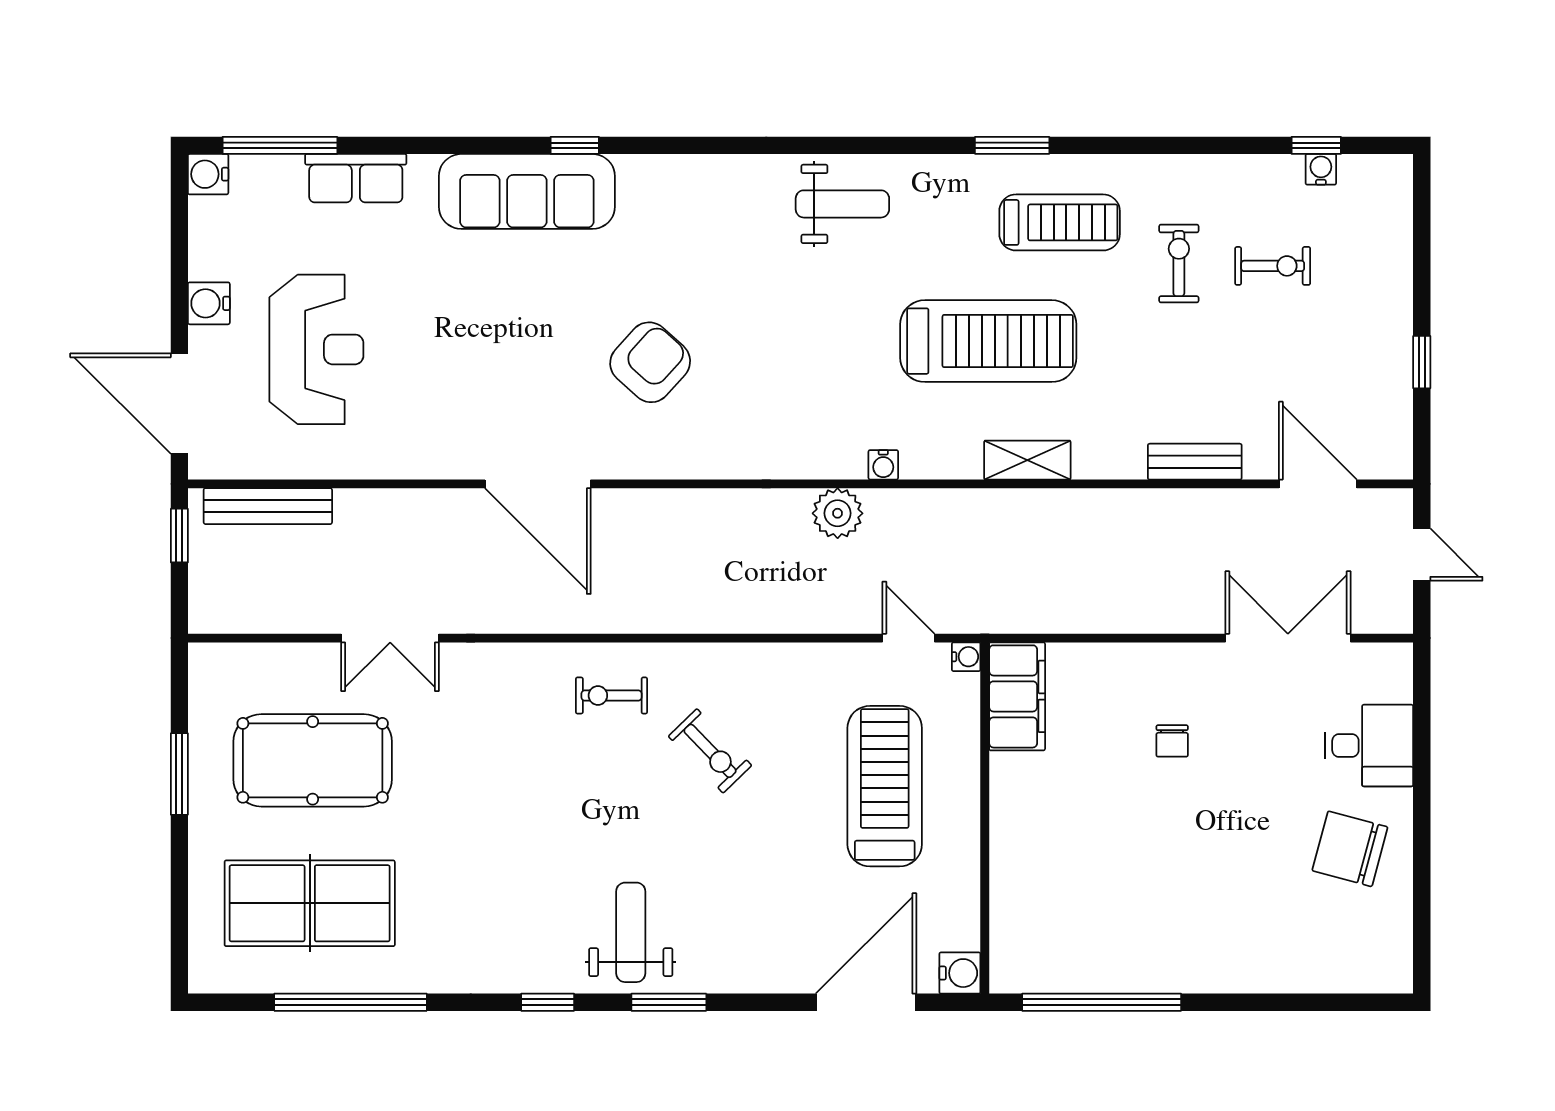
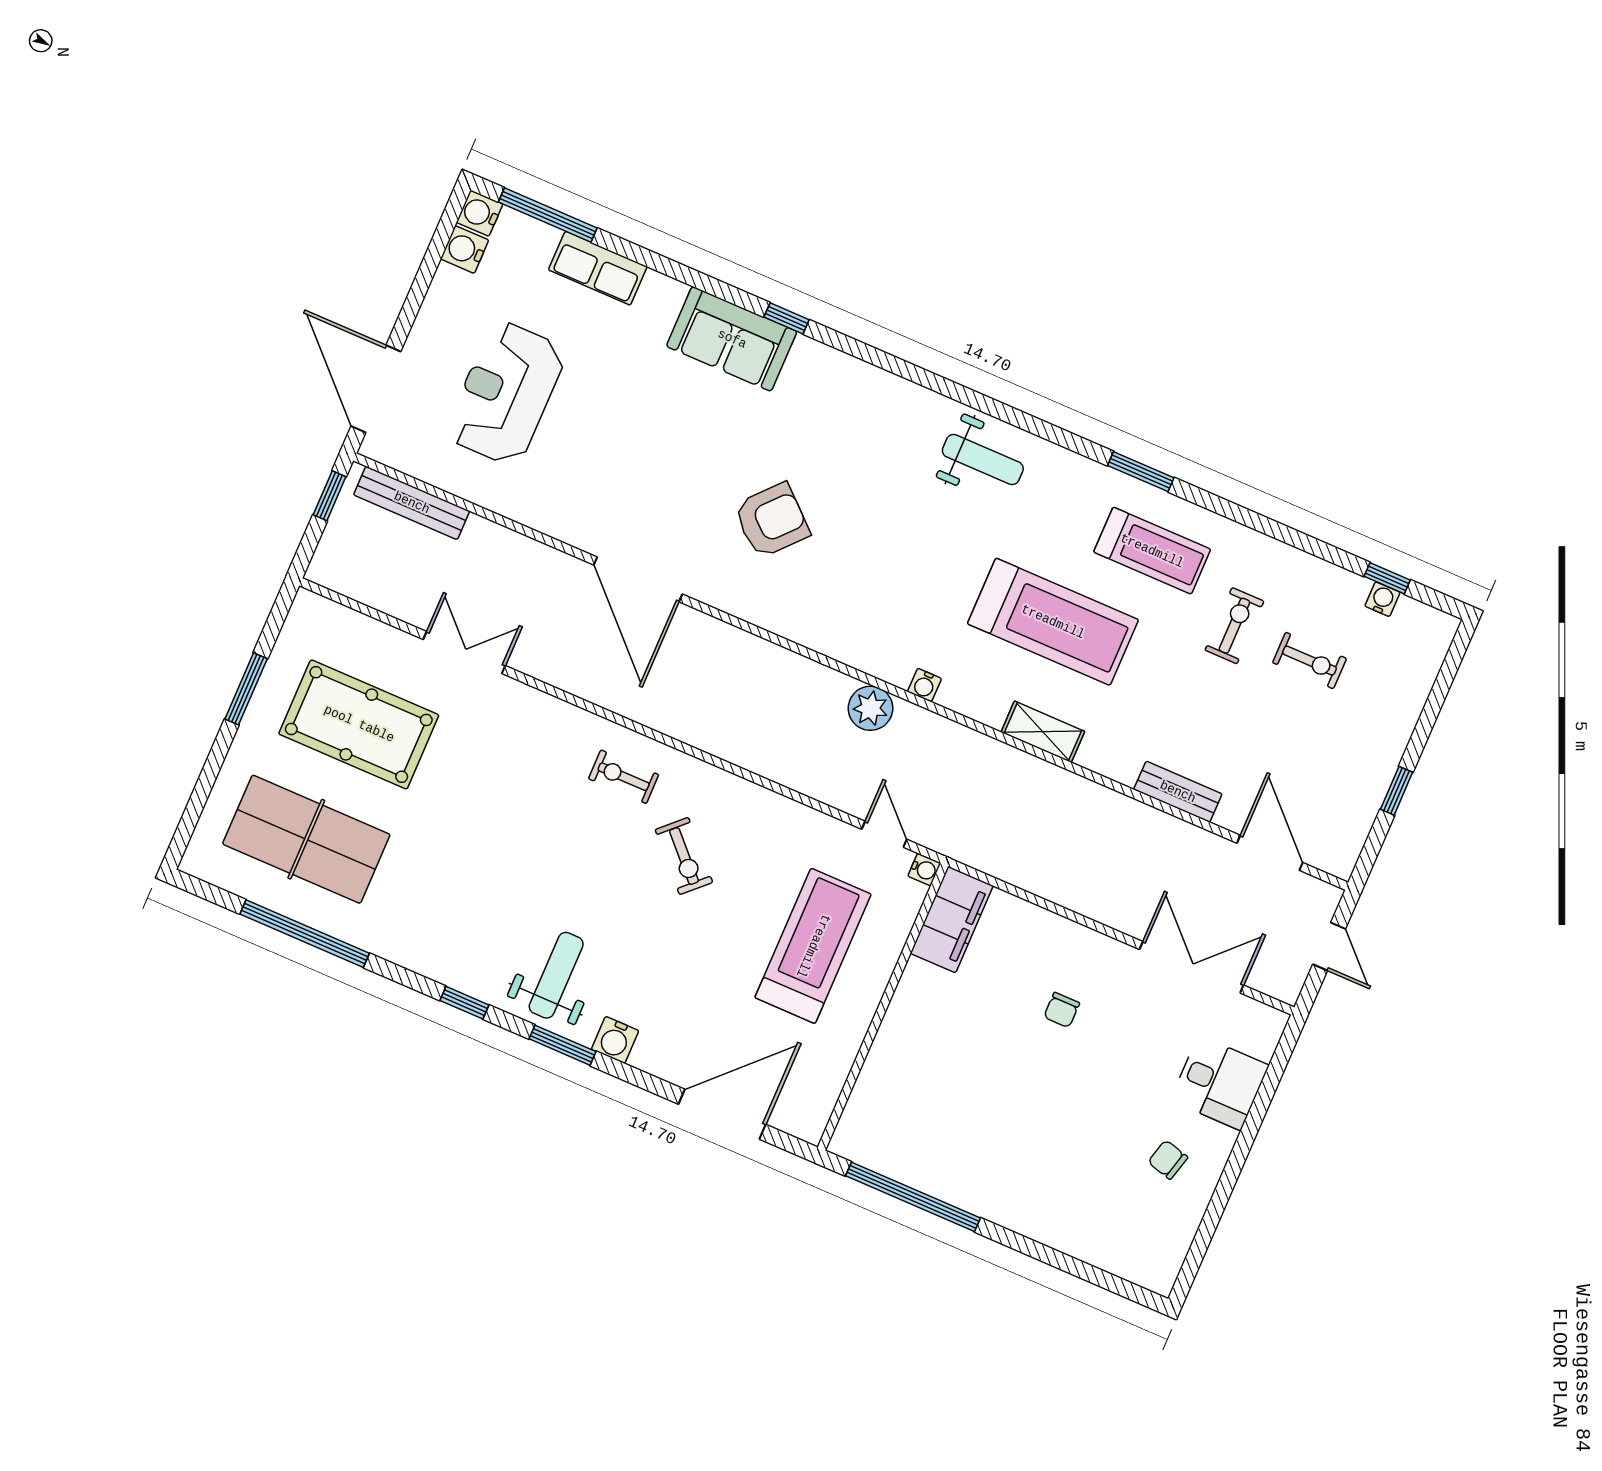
sofa: (527, 191) -> (732, 339), width x0.73
water cooler: (209, 303) -> (465, 249), moved
reception desk: (316, 349) -> (506, 393), turned 180
double door: (390, 638) -> (464, 653), swing flipped
chair: (1350, 849) -> (1168, 1160), width x0.54, depth x0.54
water cooler: (960, 973) -> (615, 1040), moved, turned 90

